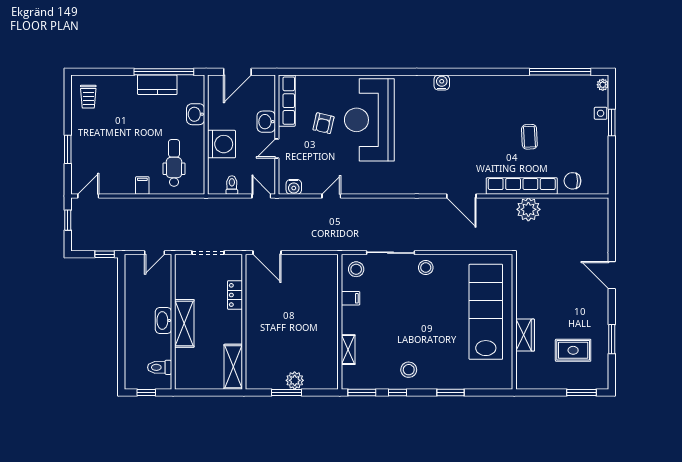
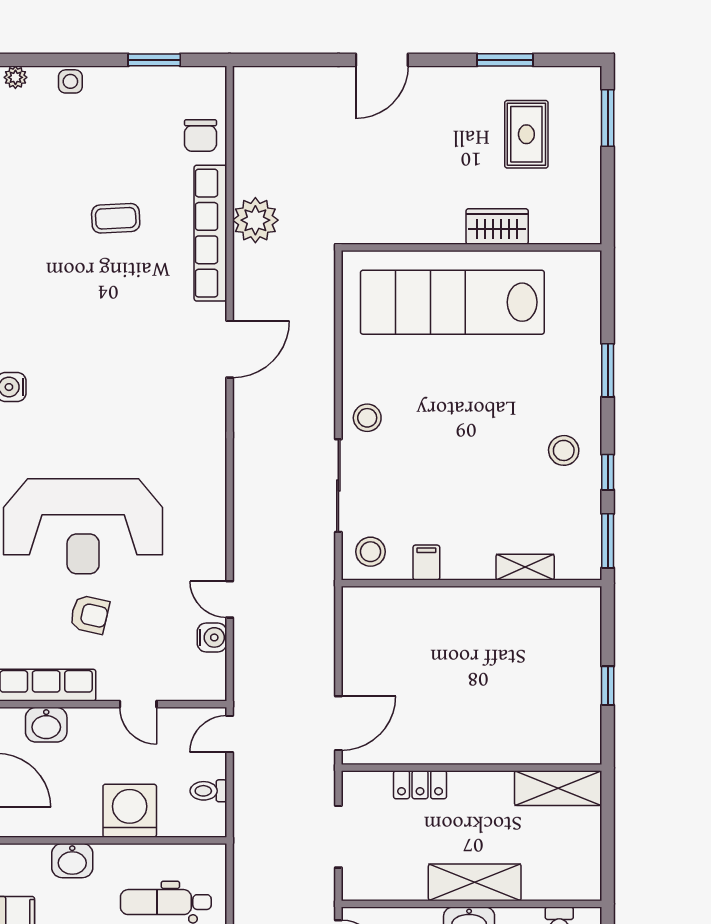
washbasin: (266, 122) -> (46, 725), moved
window: (612, 122) -> (154, 60), moved
water cooler: (294, 187) -> (212, 637), moved
plant: (295, 380) -> (584, 670), removed
window: (286, 393) -> (608, 686), width x0.67

